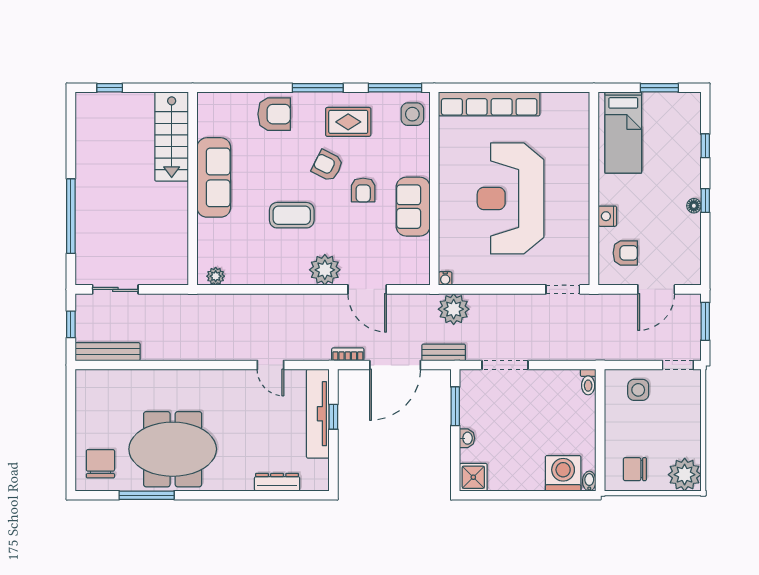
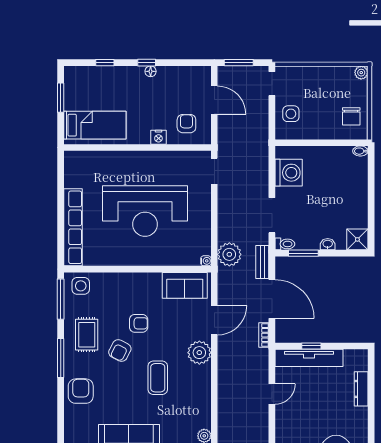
sofa: (413, 207) -> (185, 285), moved
toilet: (588, 382) -> (285, 244), moved
washing machine: (563, 473) -> (289, 173), moved, turned 180
plant: (685, 475) -> (361, 73), width x0.53, depth x0.53

